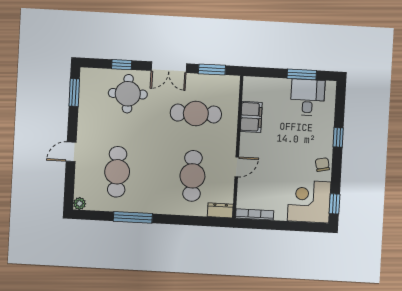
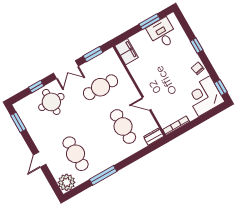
filing cabinet: (251, 117) -> (127, 52), moved
door: (237, 167) -> (146, 104), swing flipped
plant: (79, 203) -> (67, 182), width x1.88, depth x1.88

